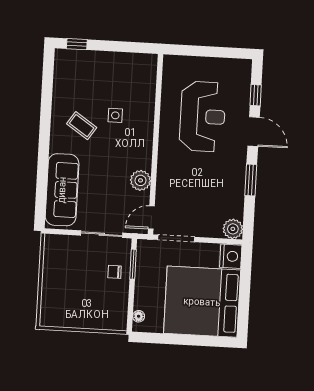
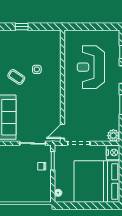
window: (77, 44) -> (22, 27), moved
reception desk: (203, 116) -> (91, 67), turned 180
plant: (140, 180) -> (55, 109), removed

